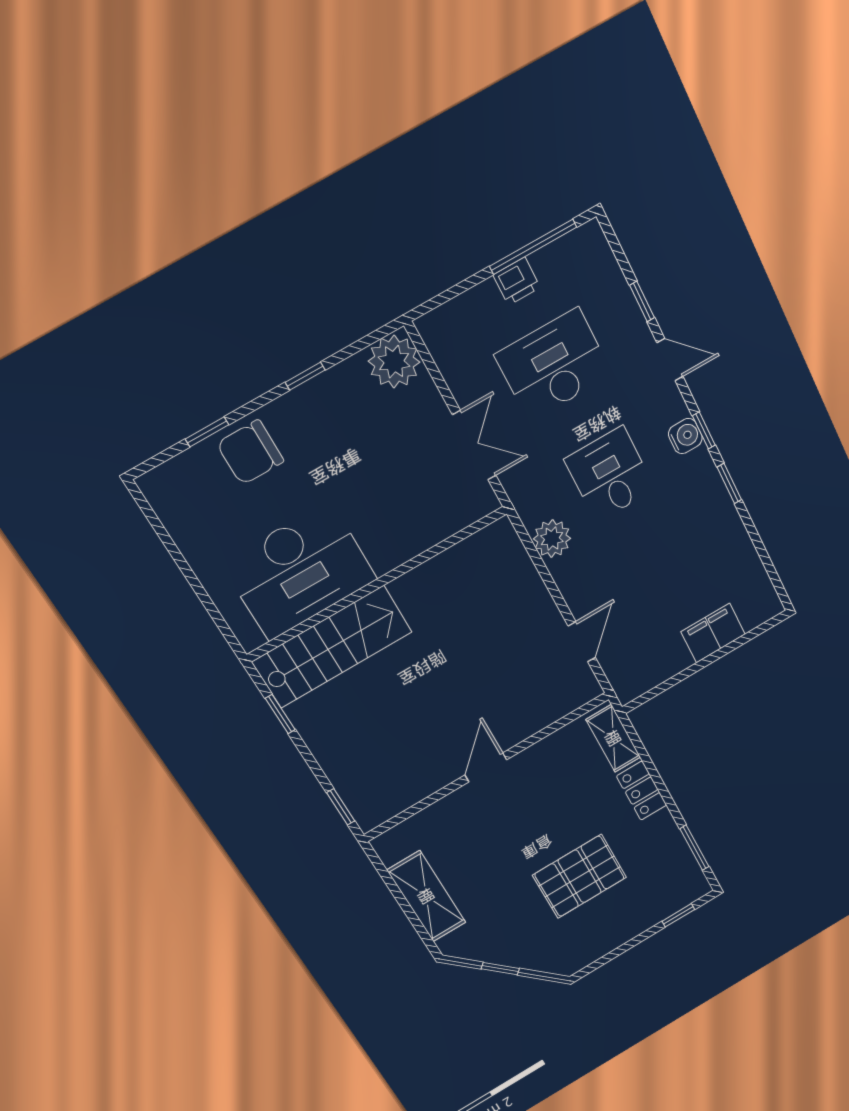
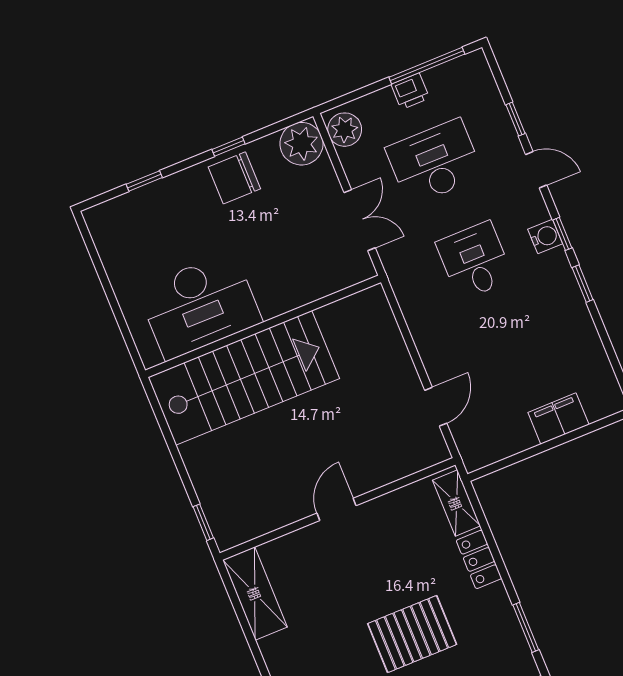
chair: (250, 452) -> (234, 178), moved
plant: (552, 539) -> (345, 130), moved
stairs: (332, 647) -> (244, 378), width x1.36, depth x1.51
window: (280, 714) -> (165, 428), removed
shelving: (426, 896) -> (255, 593), moved

